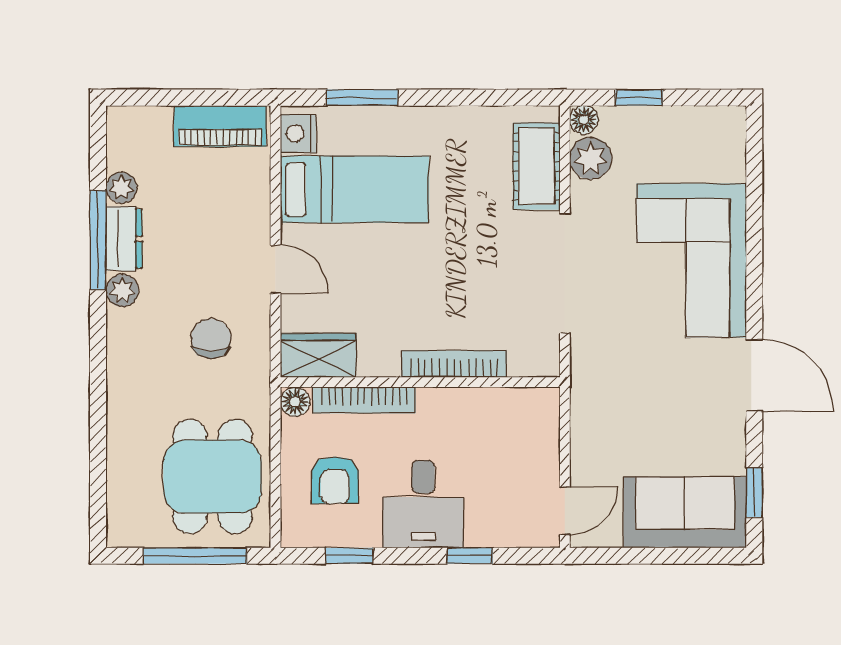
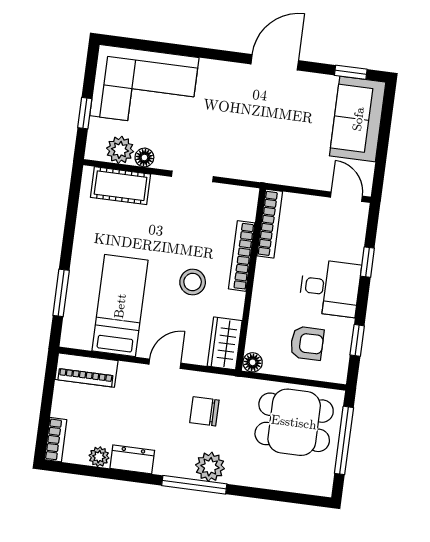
bookcase: (138, 119) -> (56, 440), added
floor lamp: (584, 120) -> (144, 158), moved
piano: (220, 126) -> (86, 370), moved, turned 90
nightstand: (298, 133) -> (79, 337), removed
window: (98, 240) -> (194, 485), moved
corner sofa: (691, 261) -> (144, 87), moved
doorway: (565, 273) -> (192, 176), width x0.53
plant: (122, 291) -> (210, 467), moved, width x1.38, depth x1.38
stool: (405, 295) -> (193, 282), added
bookcase: (364, 400) -> (270, 224), moved

